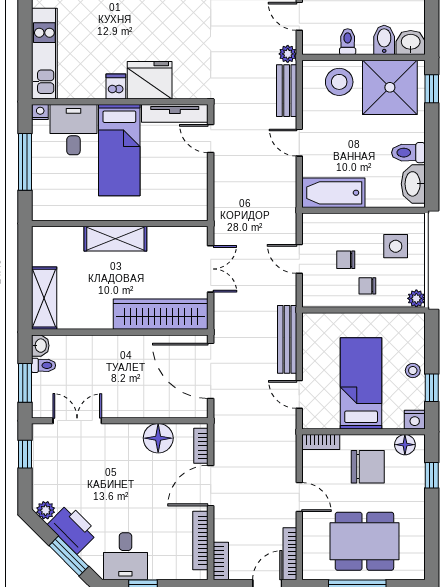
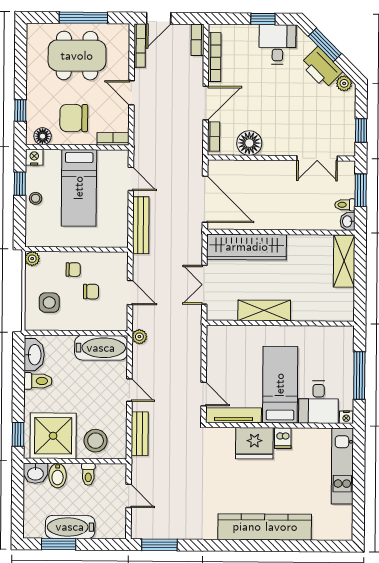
plant: (288, 54) -> (139, 337), moved
shelving: (115, 239) -> (264, 310), moved

